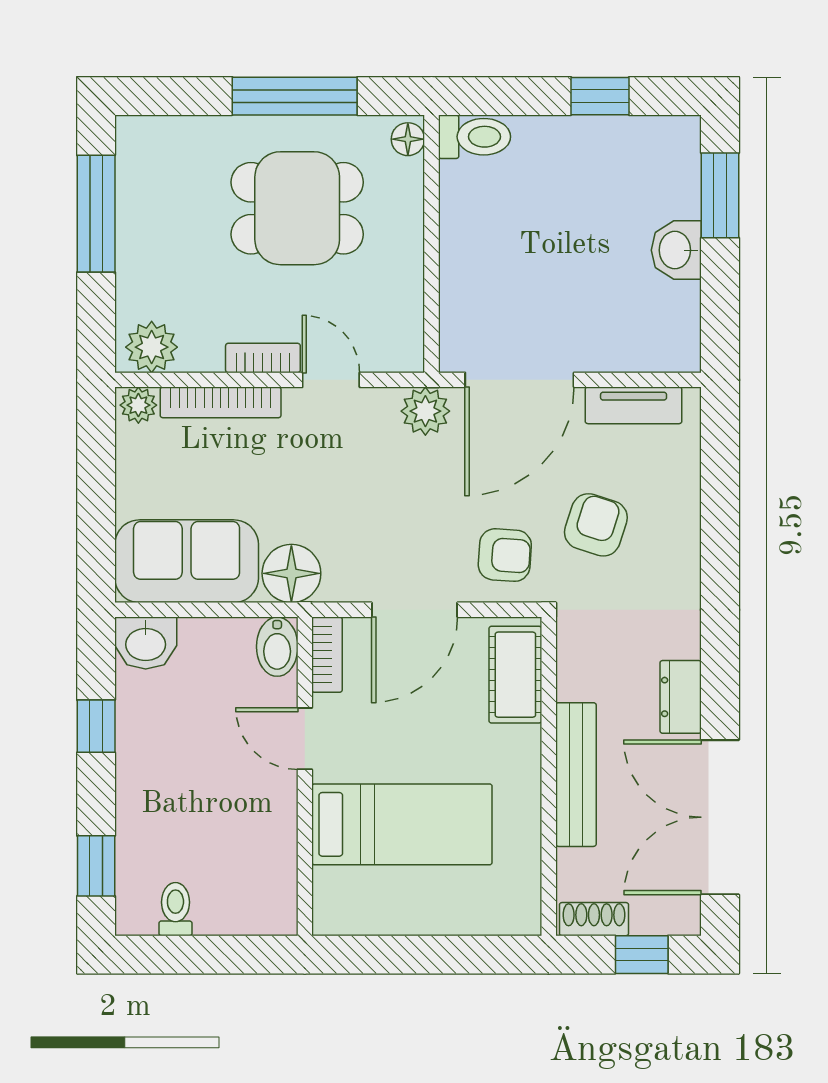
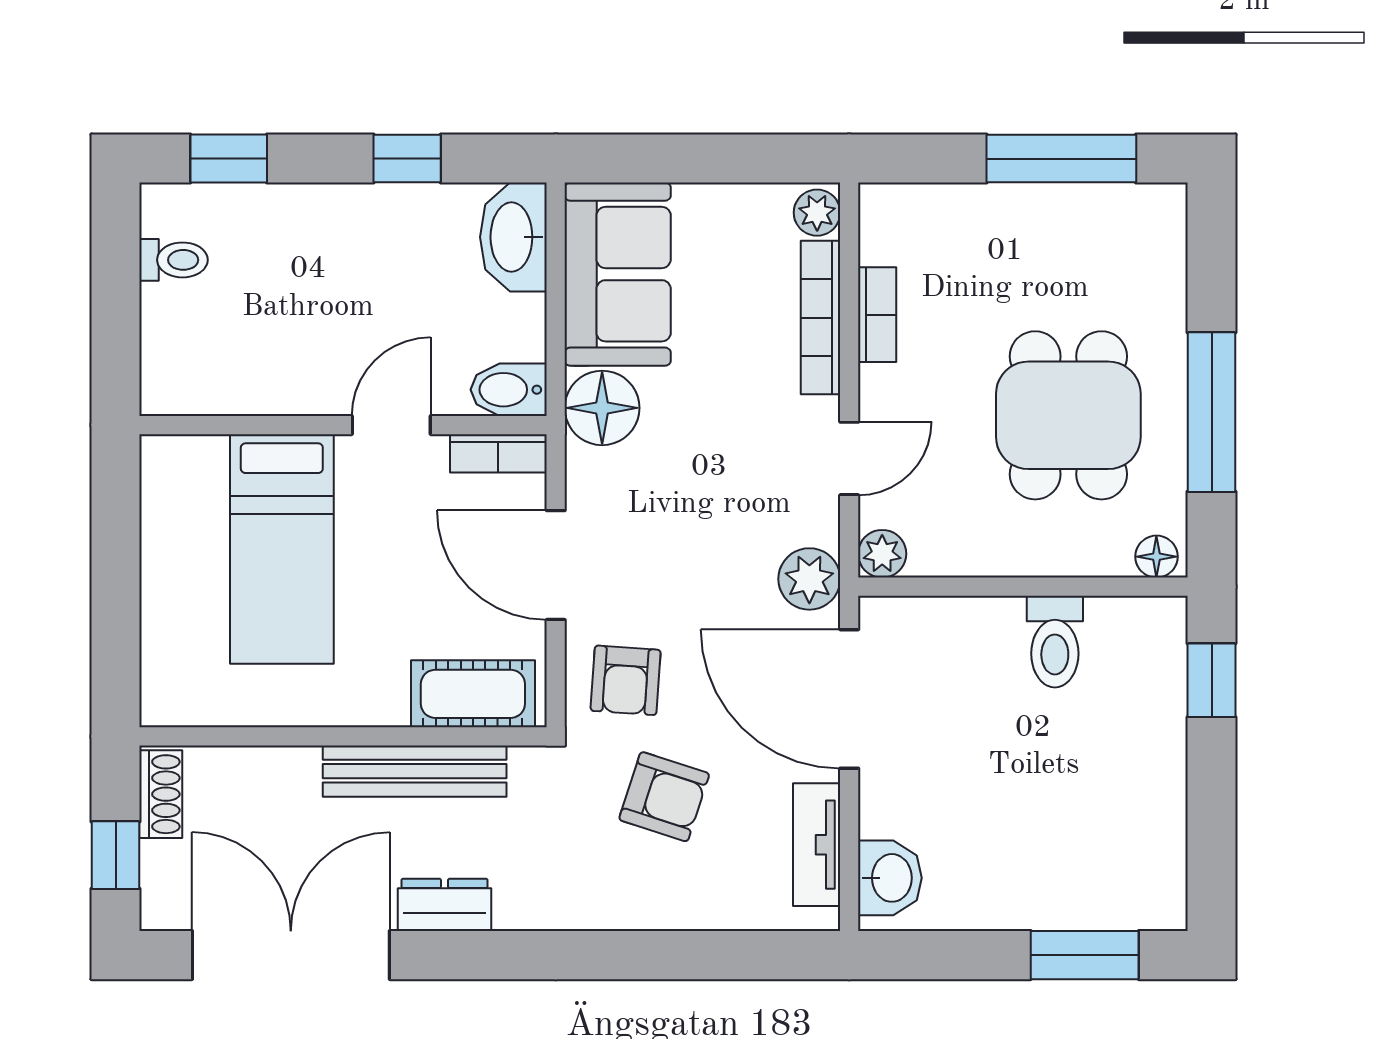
window: (600, 96) -> (1212, 680), moved
toilet: (474, 137) -> (1055, 642), moved
washbasin: (676, 250) -> (890, 878), moved, turned 90
plant: (152, 347) -> (882, 554), moved, width x0.73, depth x0.73
bookcase: (263, 358) -> (877, 315), moved
washbasin: (146, 643) -> (513, 237), width x1.38
bench: (576, 775) -> (415, 771), moved

